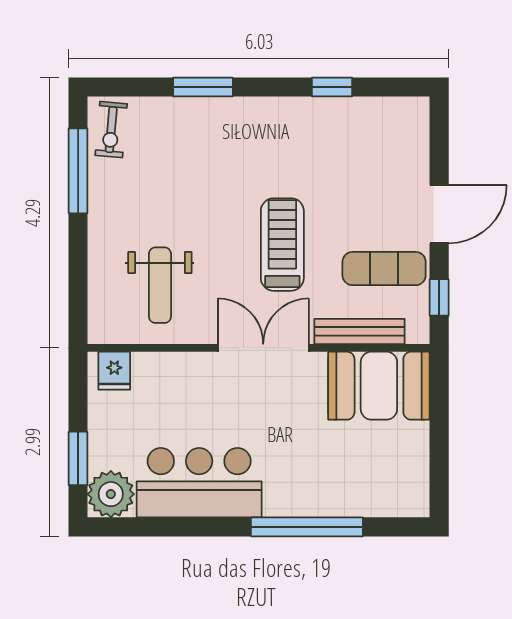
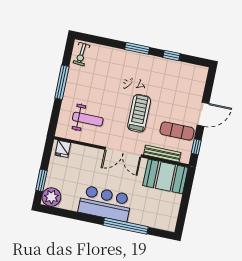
window: (203, 87) -> (137, 48), moved
window: (78, 171) -> (62, 82), moved
weight bench: (160, 285) -> (88, 119), turned -90
double door: (263, 348) -> (123, 152), swing flipped
bar counter: (199, 483) -> (105, 204), moved

